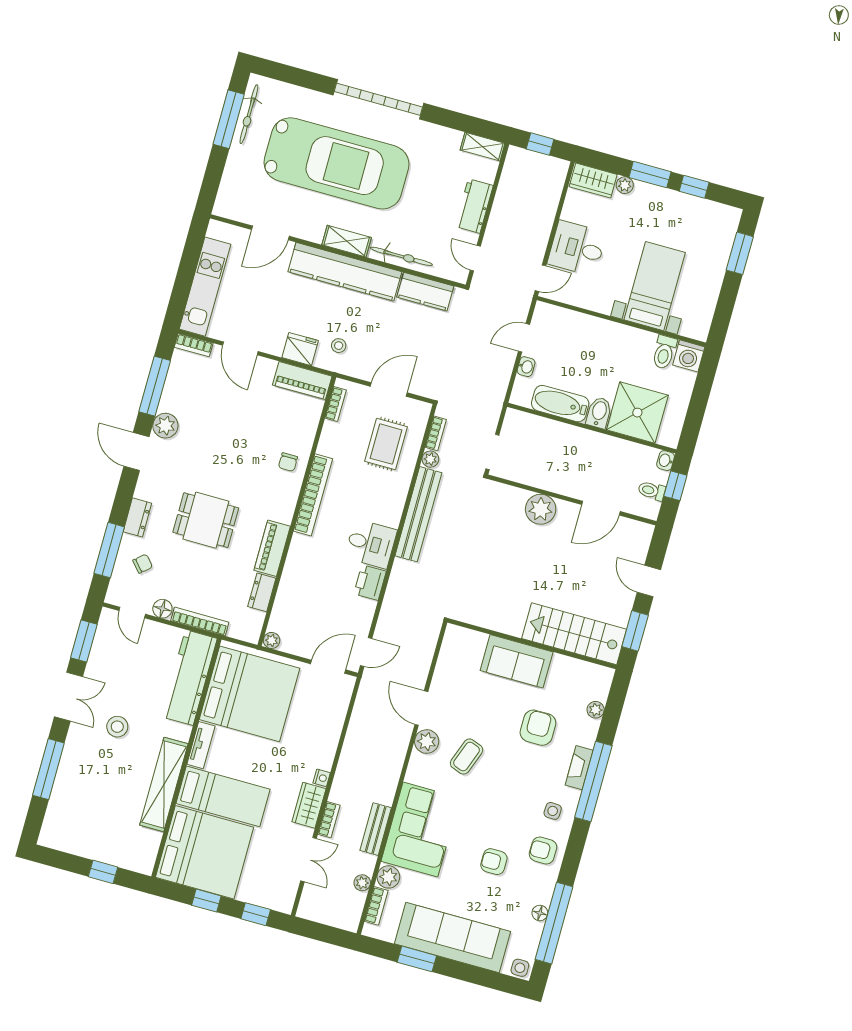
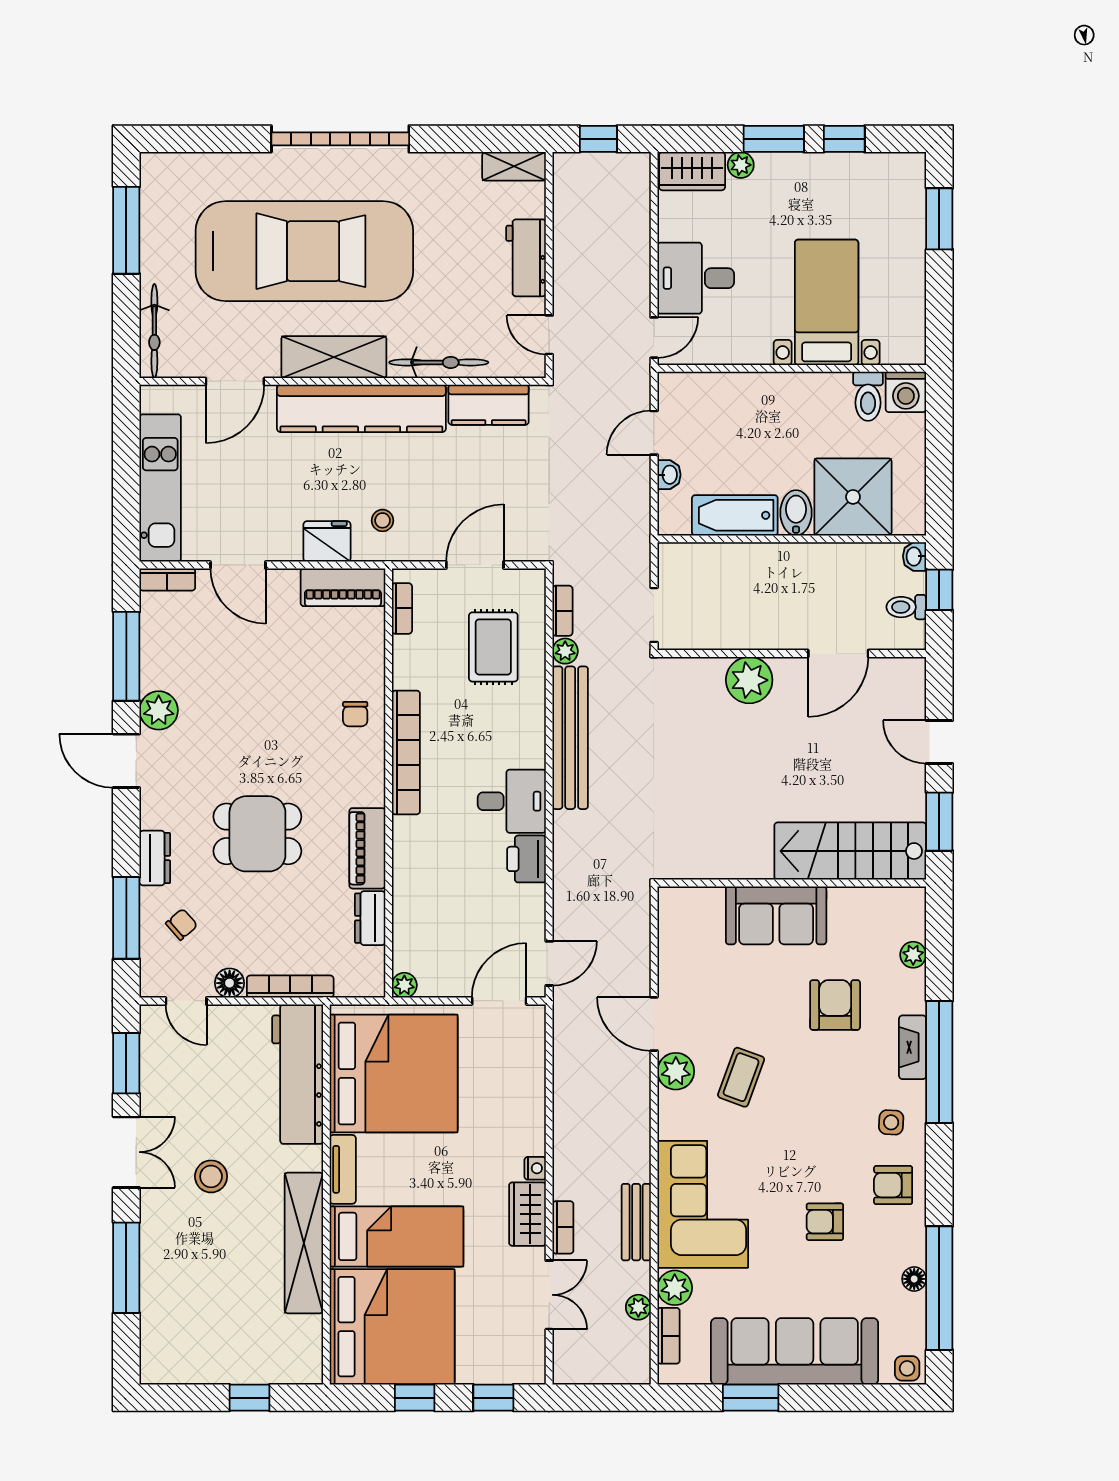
bicycle: (249, 114) -> (154, 331), moved
shelving: (347, 241) -> (334, 357), width x1.50, depth x1.33

